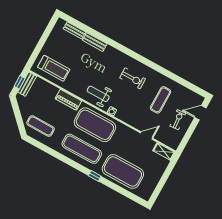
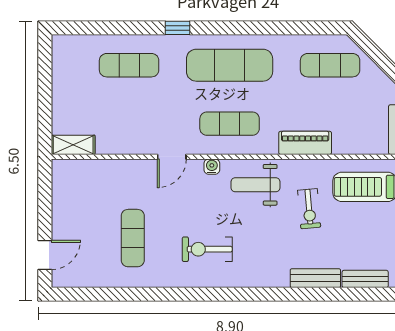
weight bench: (98, 94) -> (255, 185), turned 180
exercise bike: (178, 120) -> (309, 209), moved
exercise mat: (95, 125) -> (230, 124), width x0.50, depth x0.69
door: (146, 136) -> (172, 157), moved
exercise mat: (123, 171) -> (129, 65), width x0.50, depth x0.69

